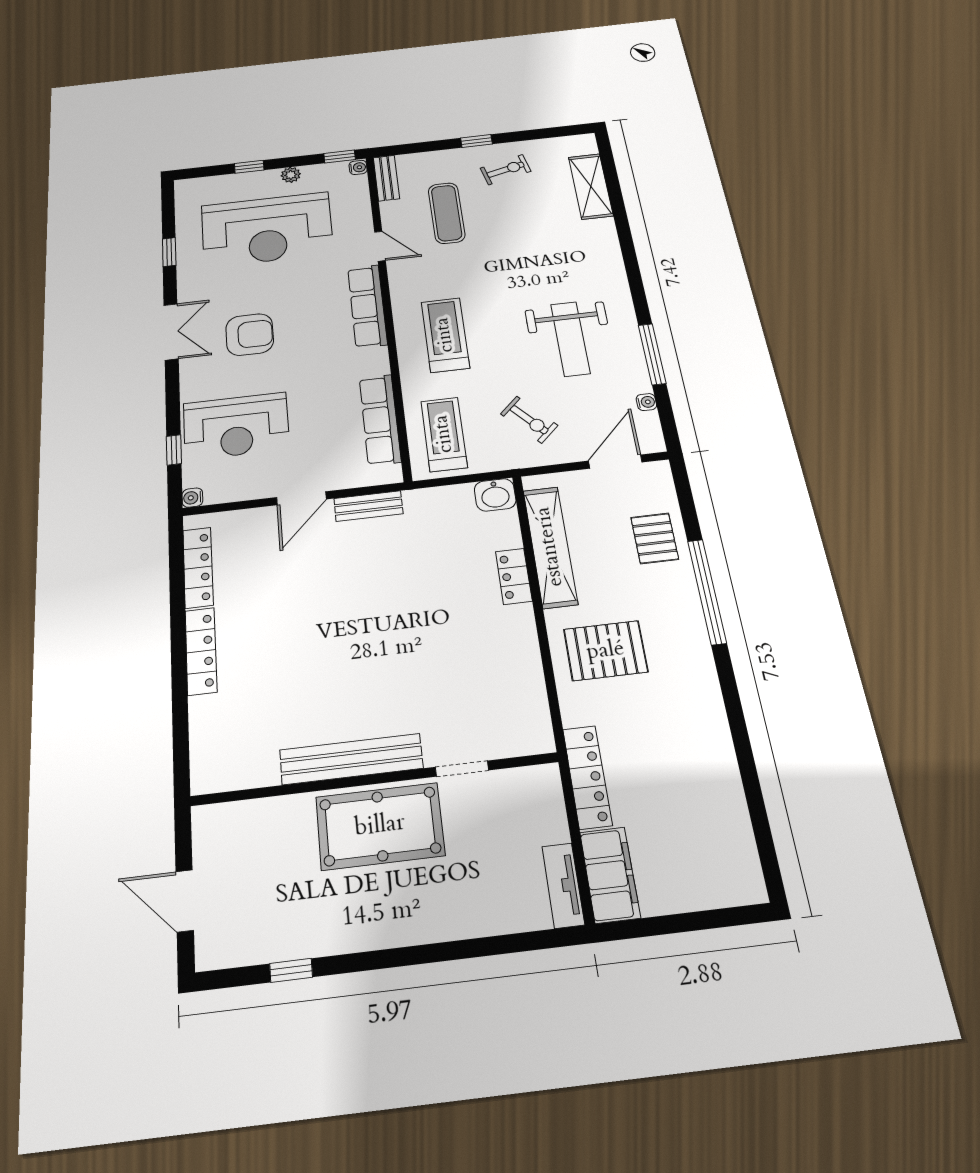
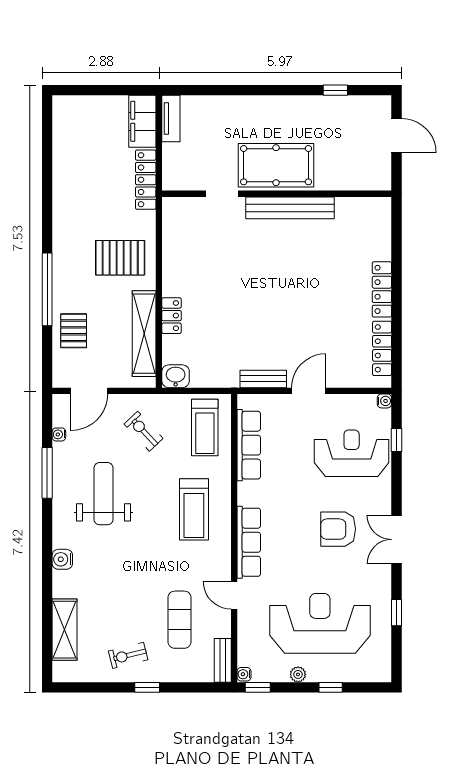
water cooler: (610, 259) -> (62, 559), added

